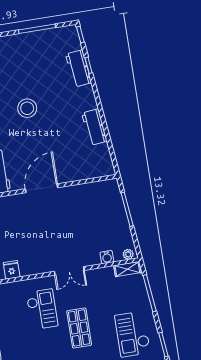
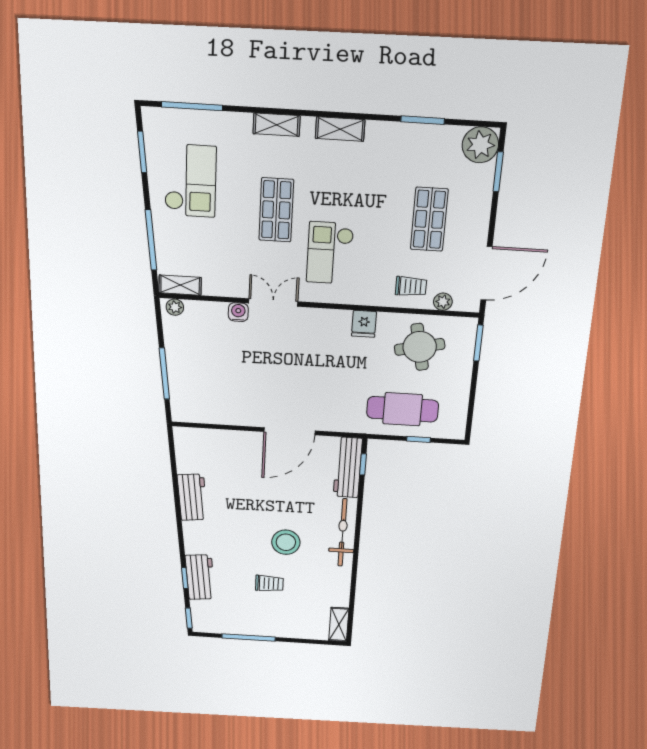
trolley: (32, 74) -> (269, 583), added
water cooler: (107, 257) -> (238, 312), moved

